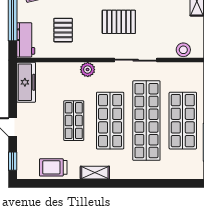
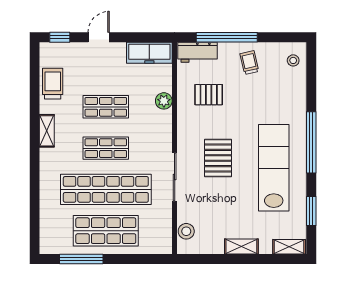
plant: (88, 70) -> (164, 101), moved
shop shelf: (110, 121) -> (106, 148), width x0.70, depth x0.74

